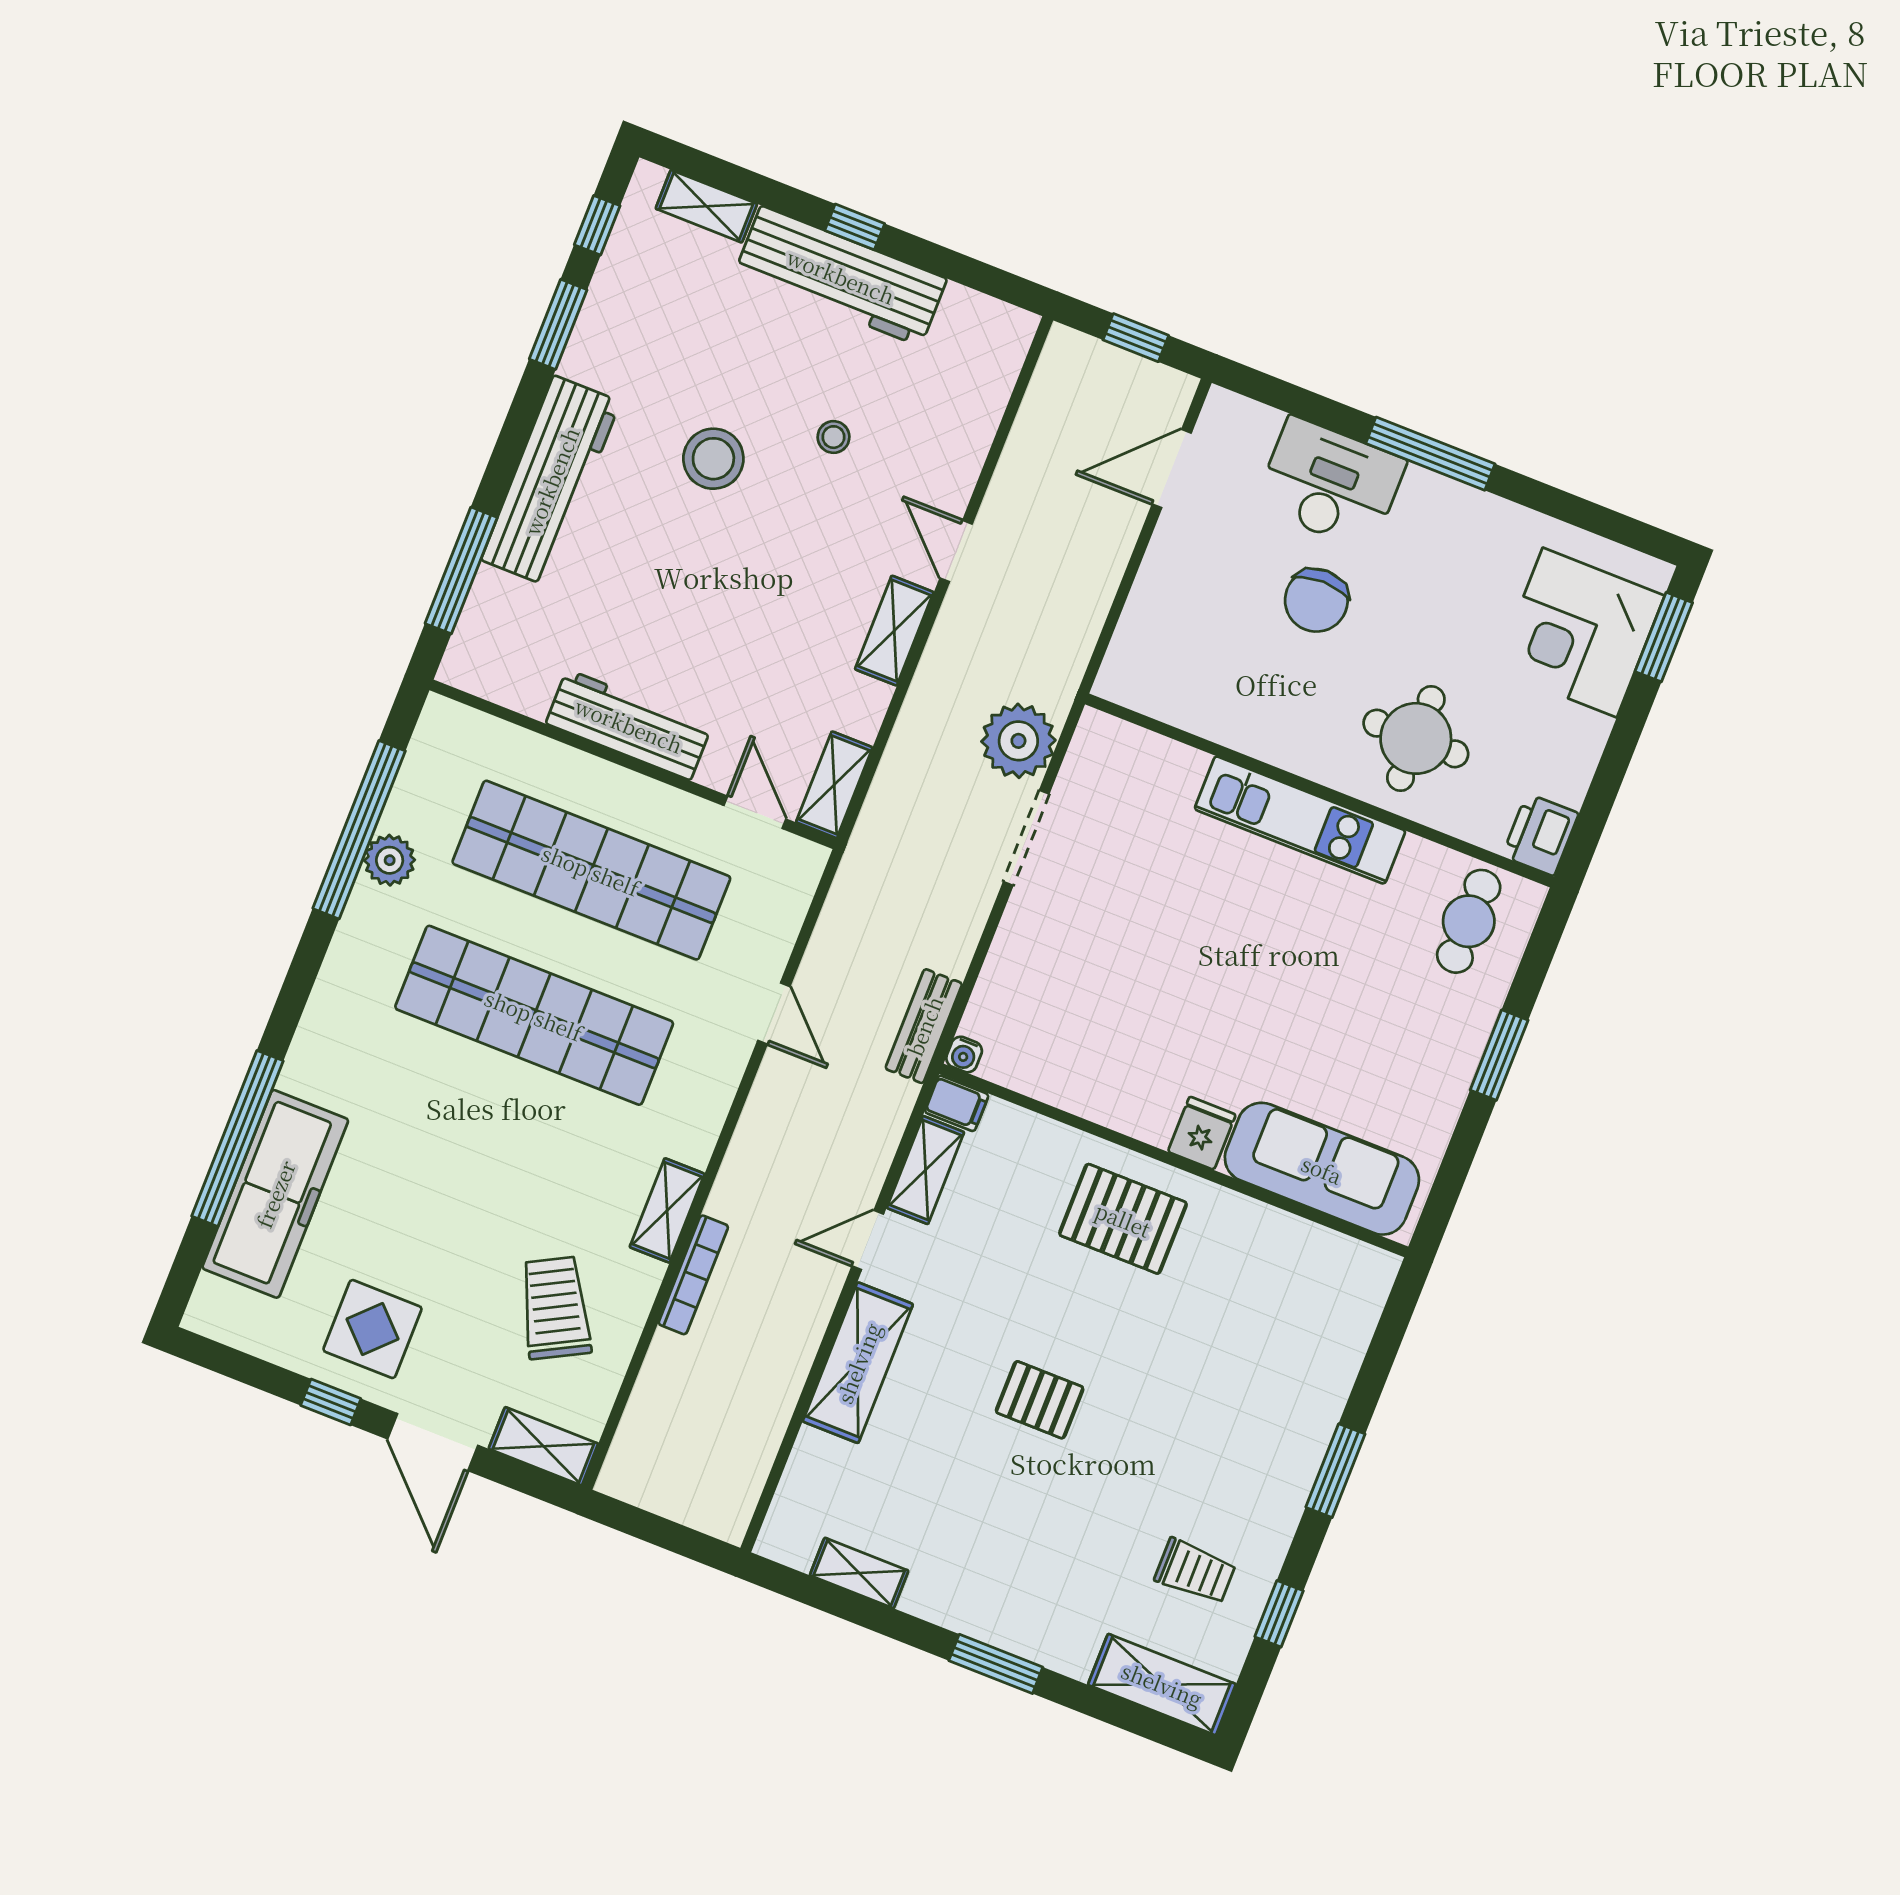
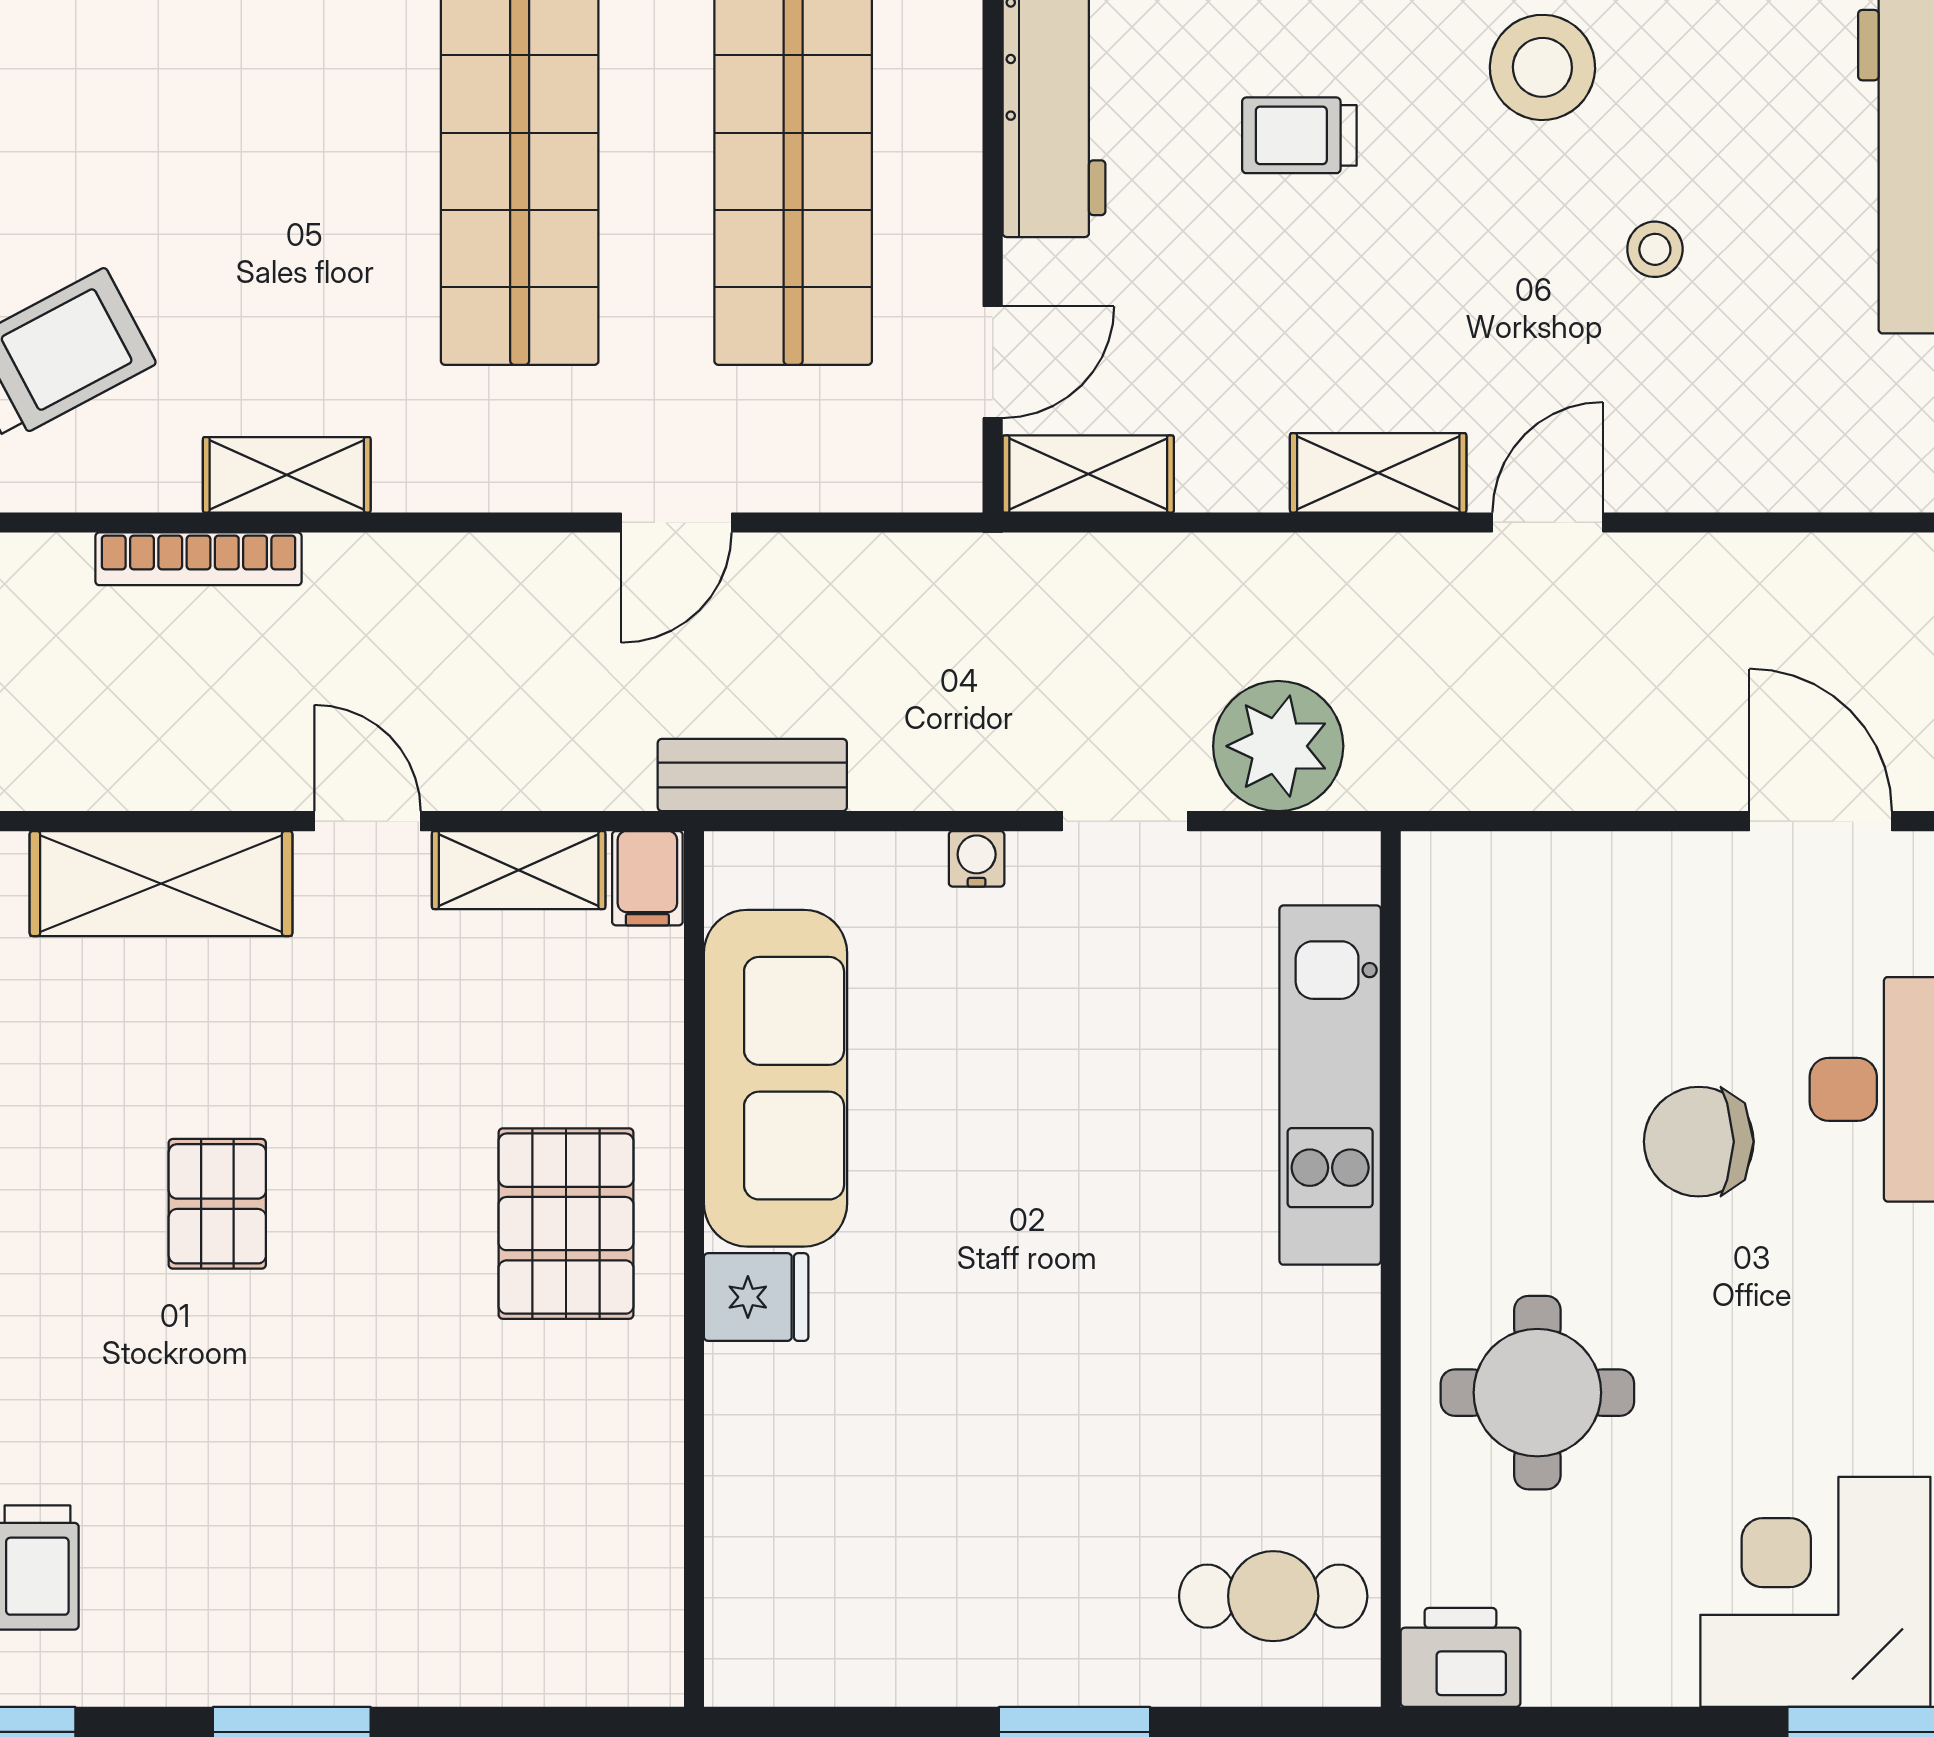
trolley: (699, 602) -> (1299, 135), added
kitchen unit: (1300, 820) -> (1330, 1085), moved
doorway: (1026, 838) -> (1125, 821), width x0.73
water cooler: (964, 1055) -> (977, 859), moved, turned 90
sofa: (1322, 1169) -> (775, 1078), moved

